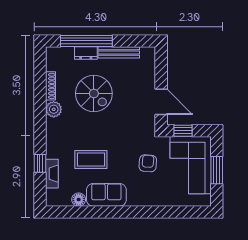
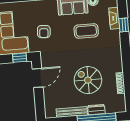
door: (161, 102) -> (38, 78), swing flipped
plant: (54, 109) -> (117, 66), removed

